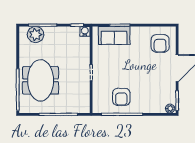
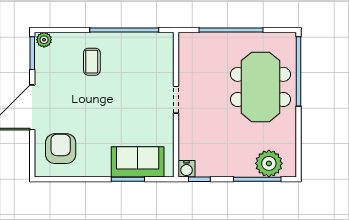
coffee table: (141, 95) -> (92, 62), added
armchair: (121, 97) -> (126, 59), removed

